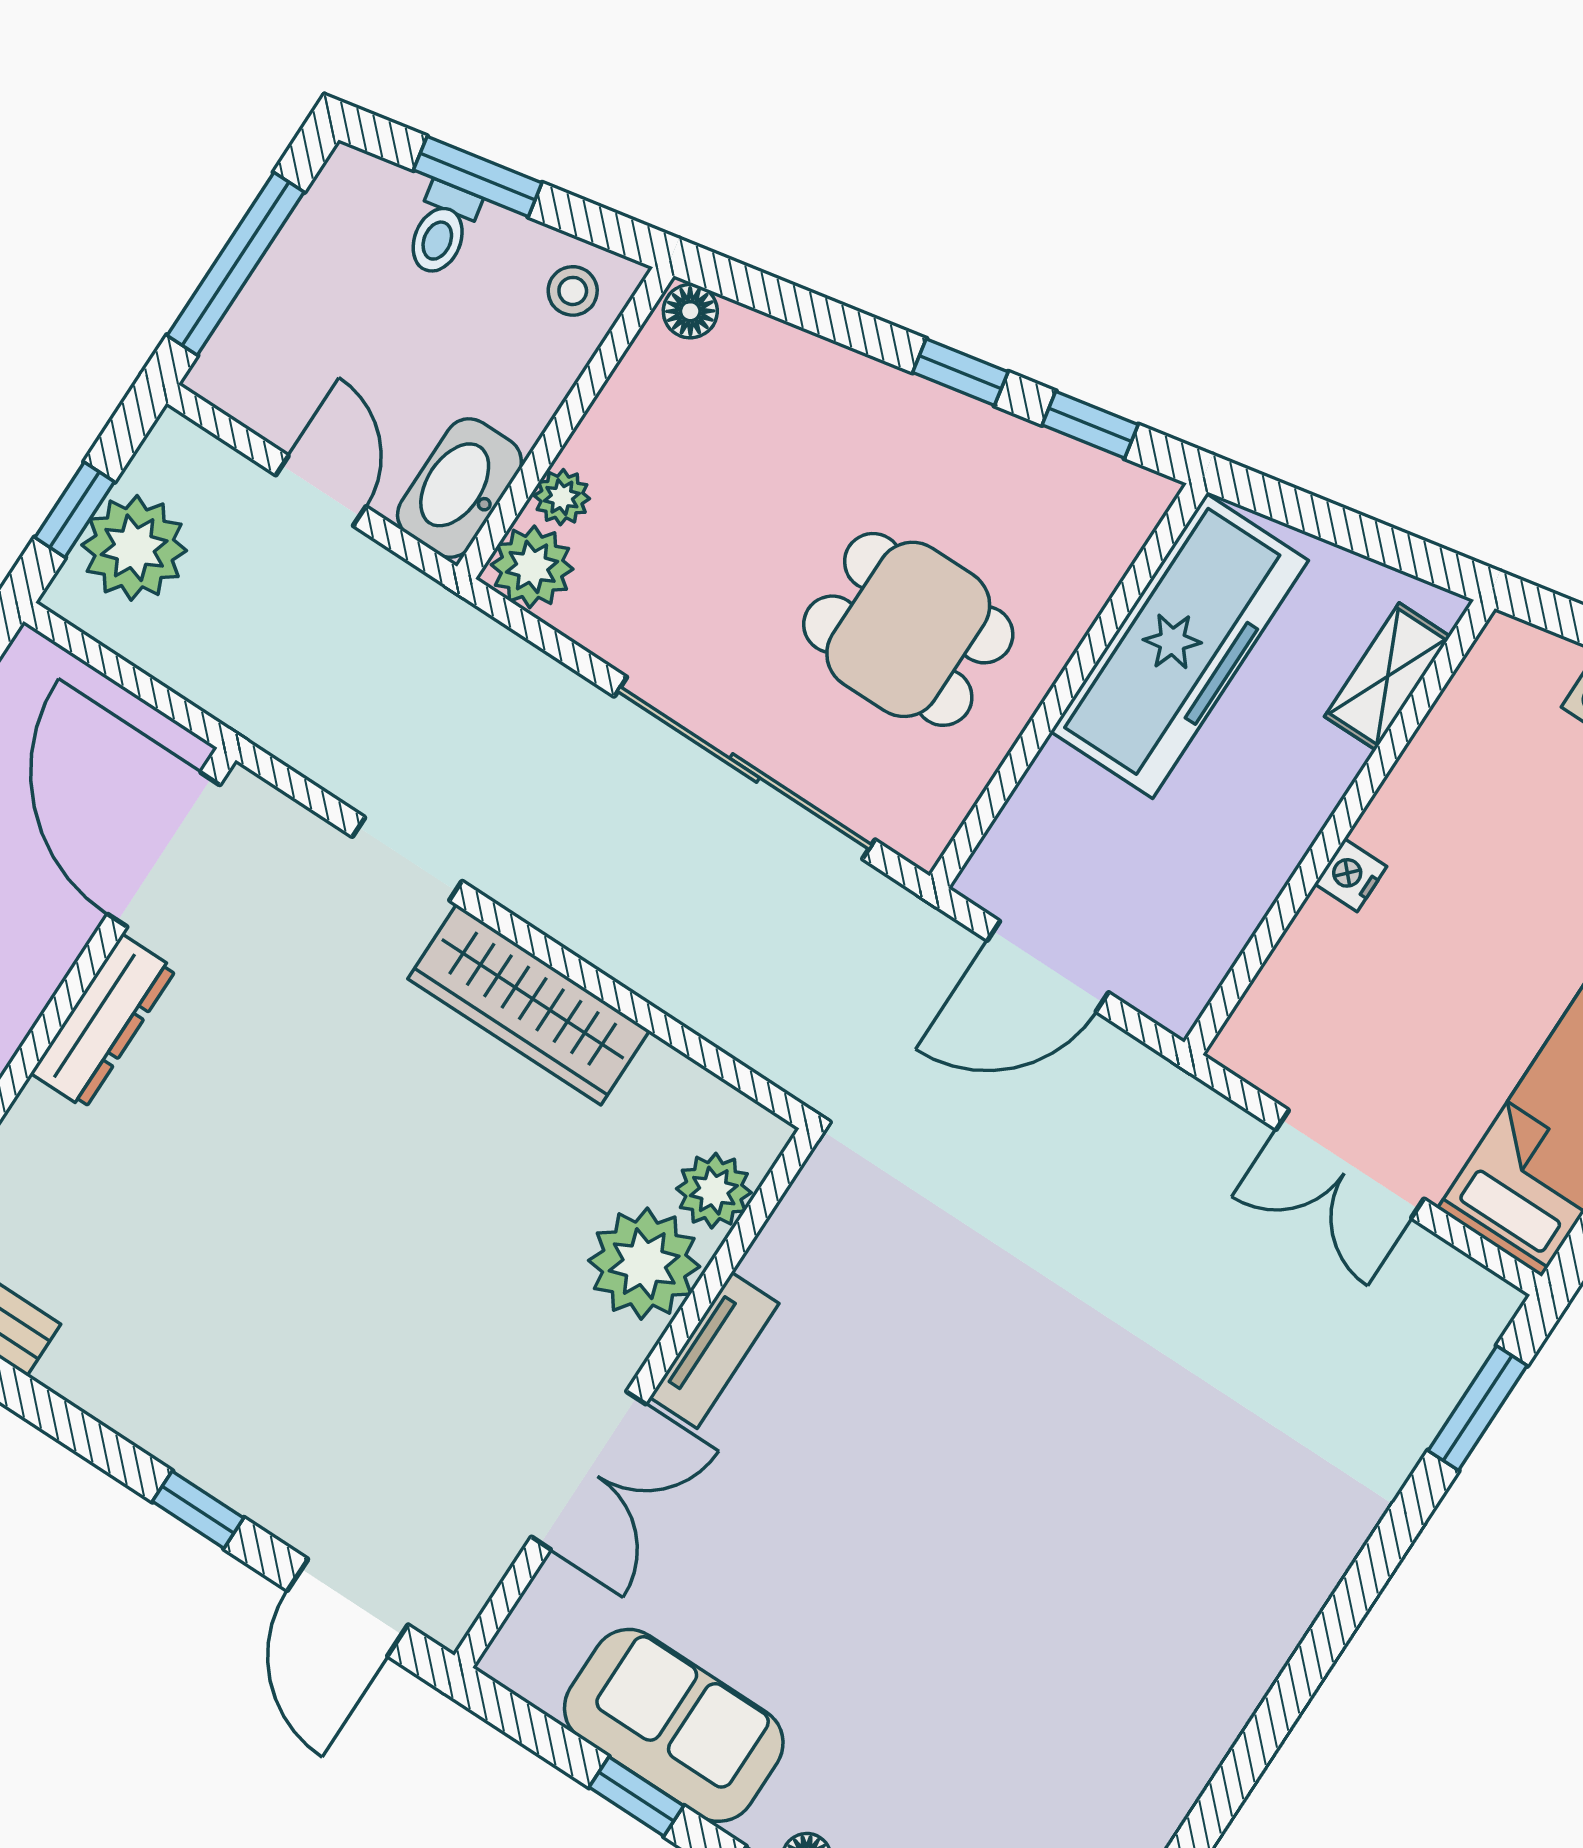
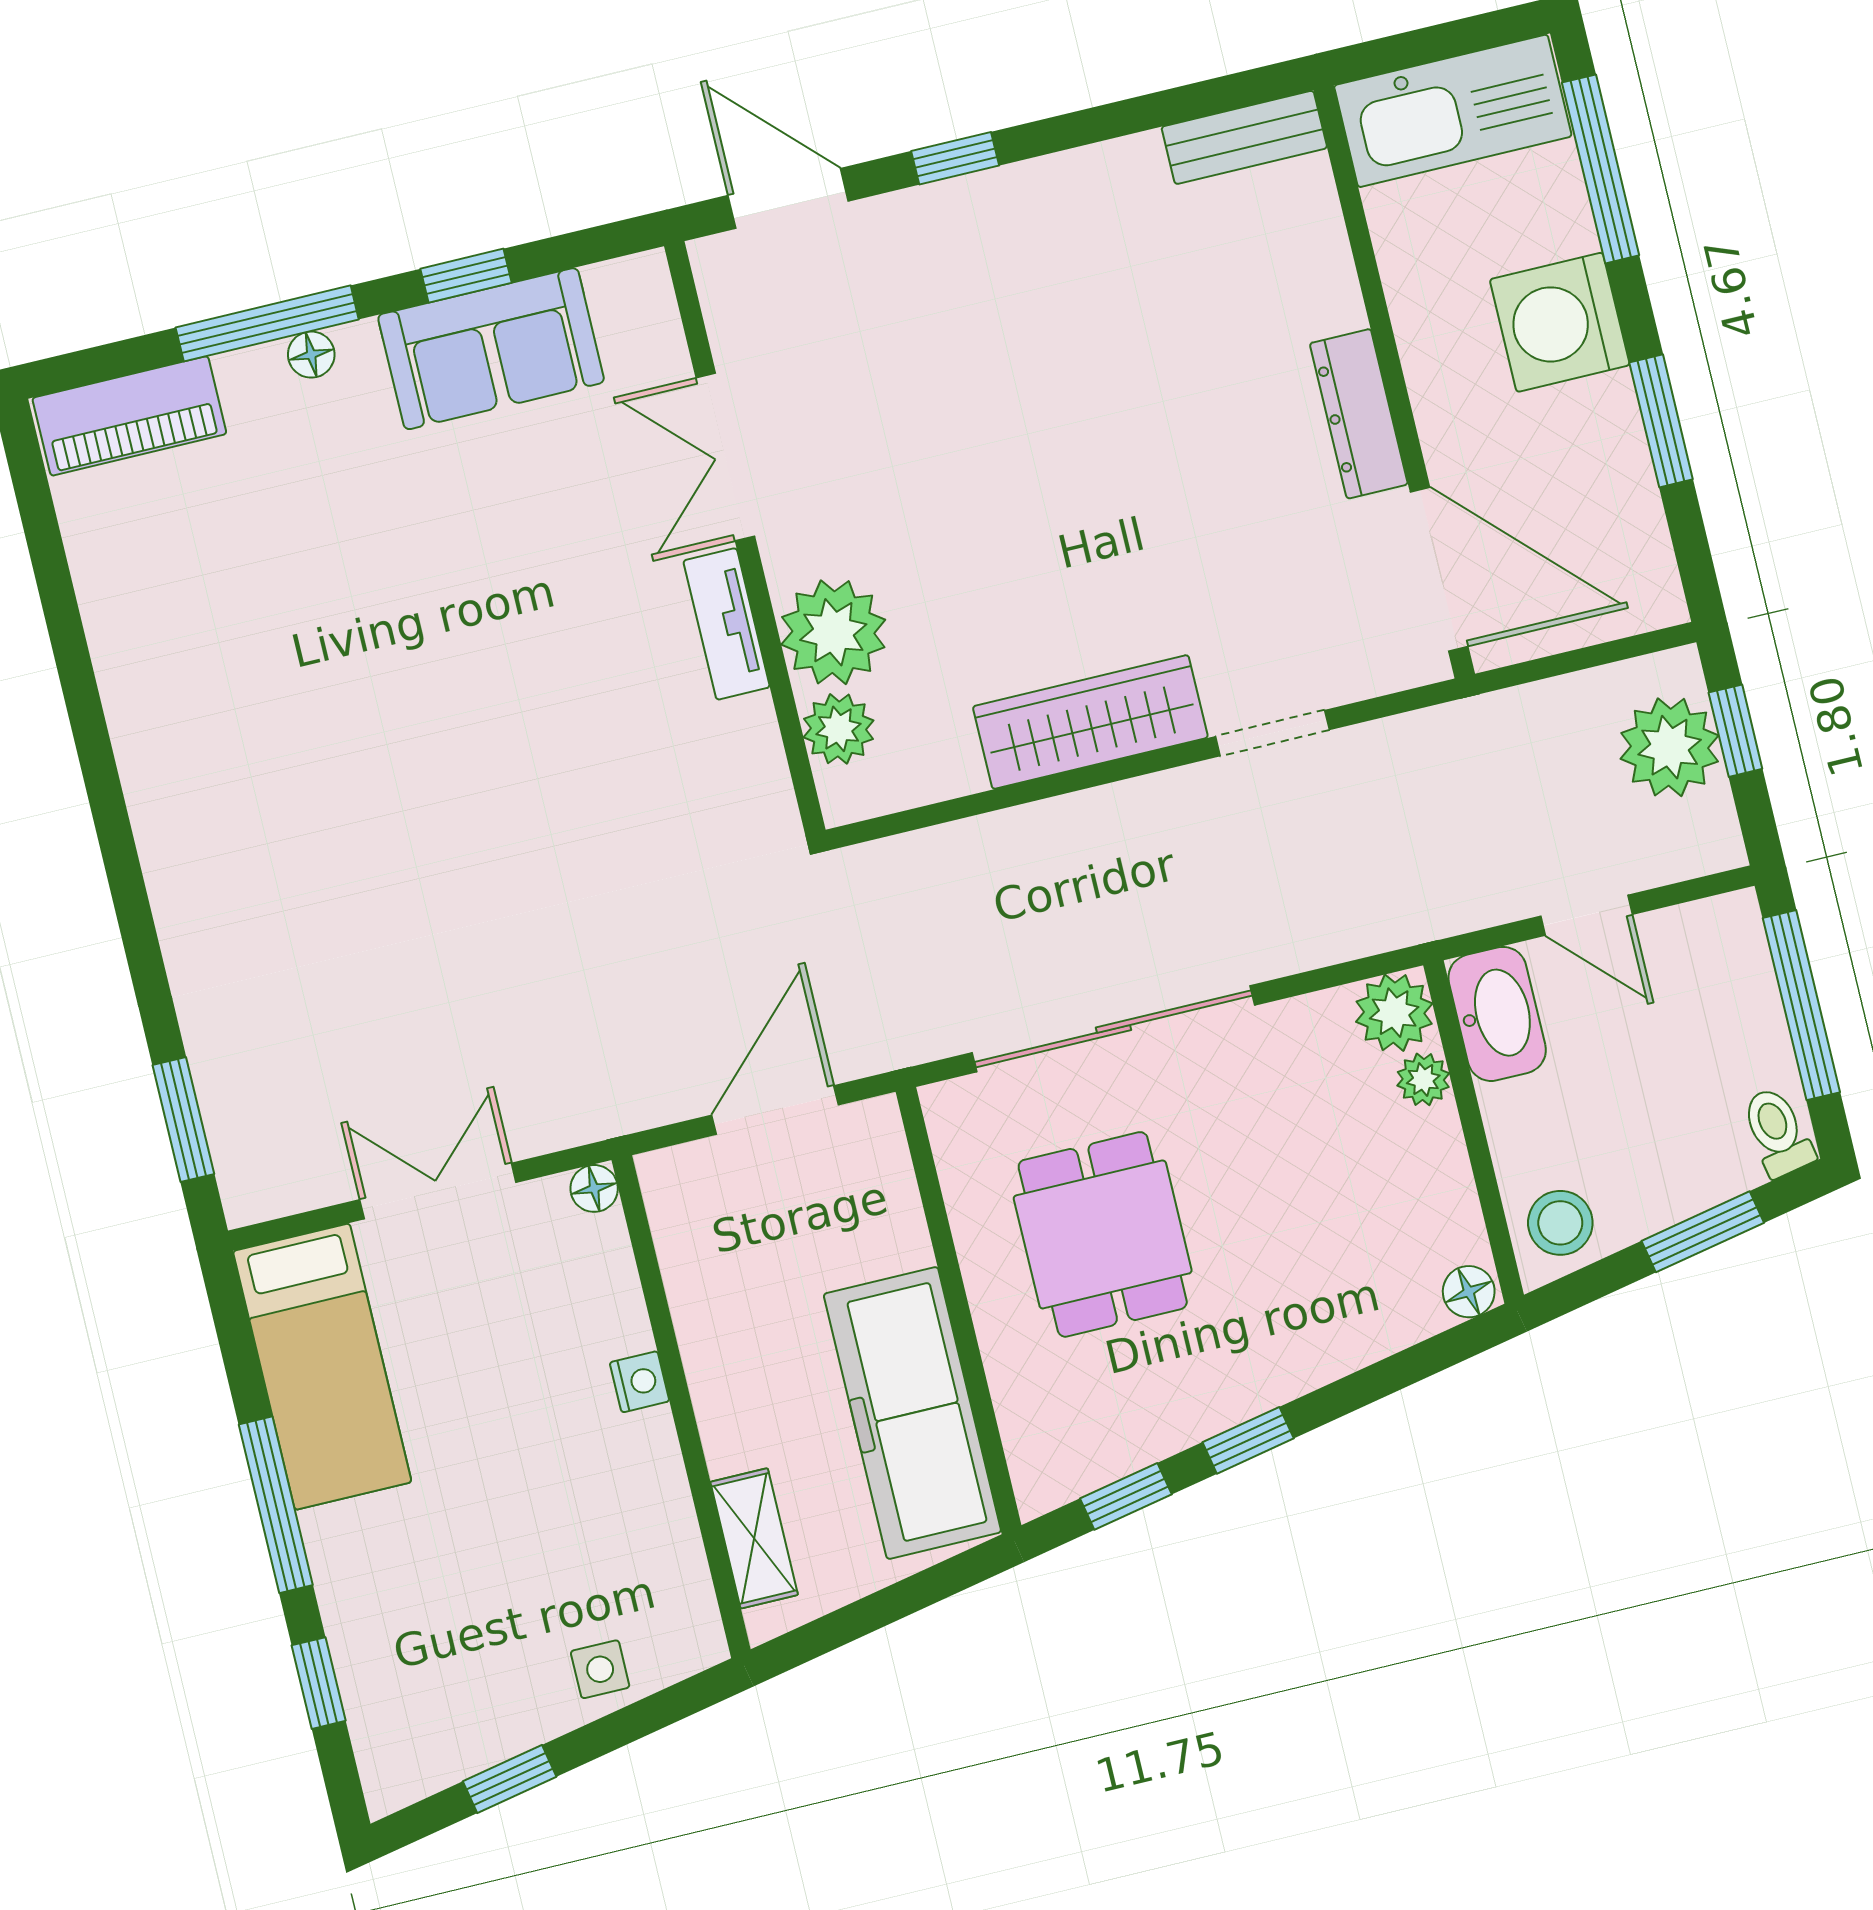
toilet: (442, 229) -> (1777, 1132), moved
stool: (573, 291) -> (1560, 1223), width x1.37, depth x1.37
dining table: (908, 629) -> (1103, 1234), turned 90
floor lamp: (1237, 1048) -> (594, 1188), added

